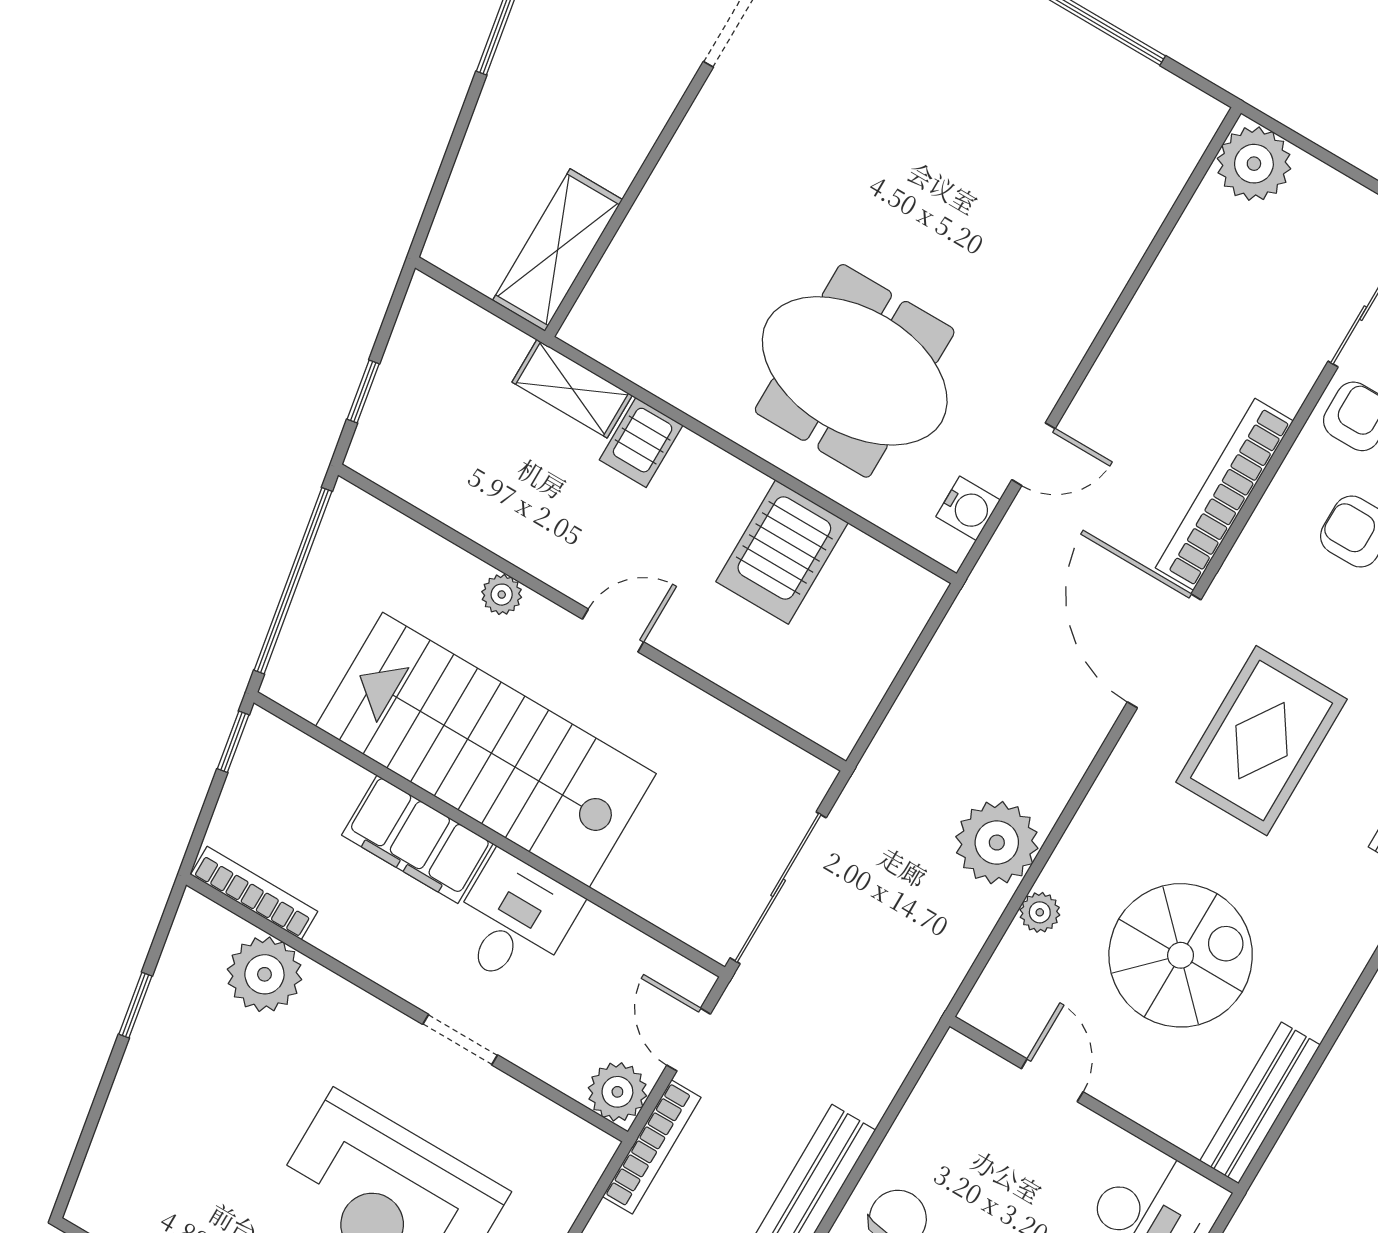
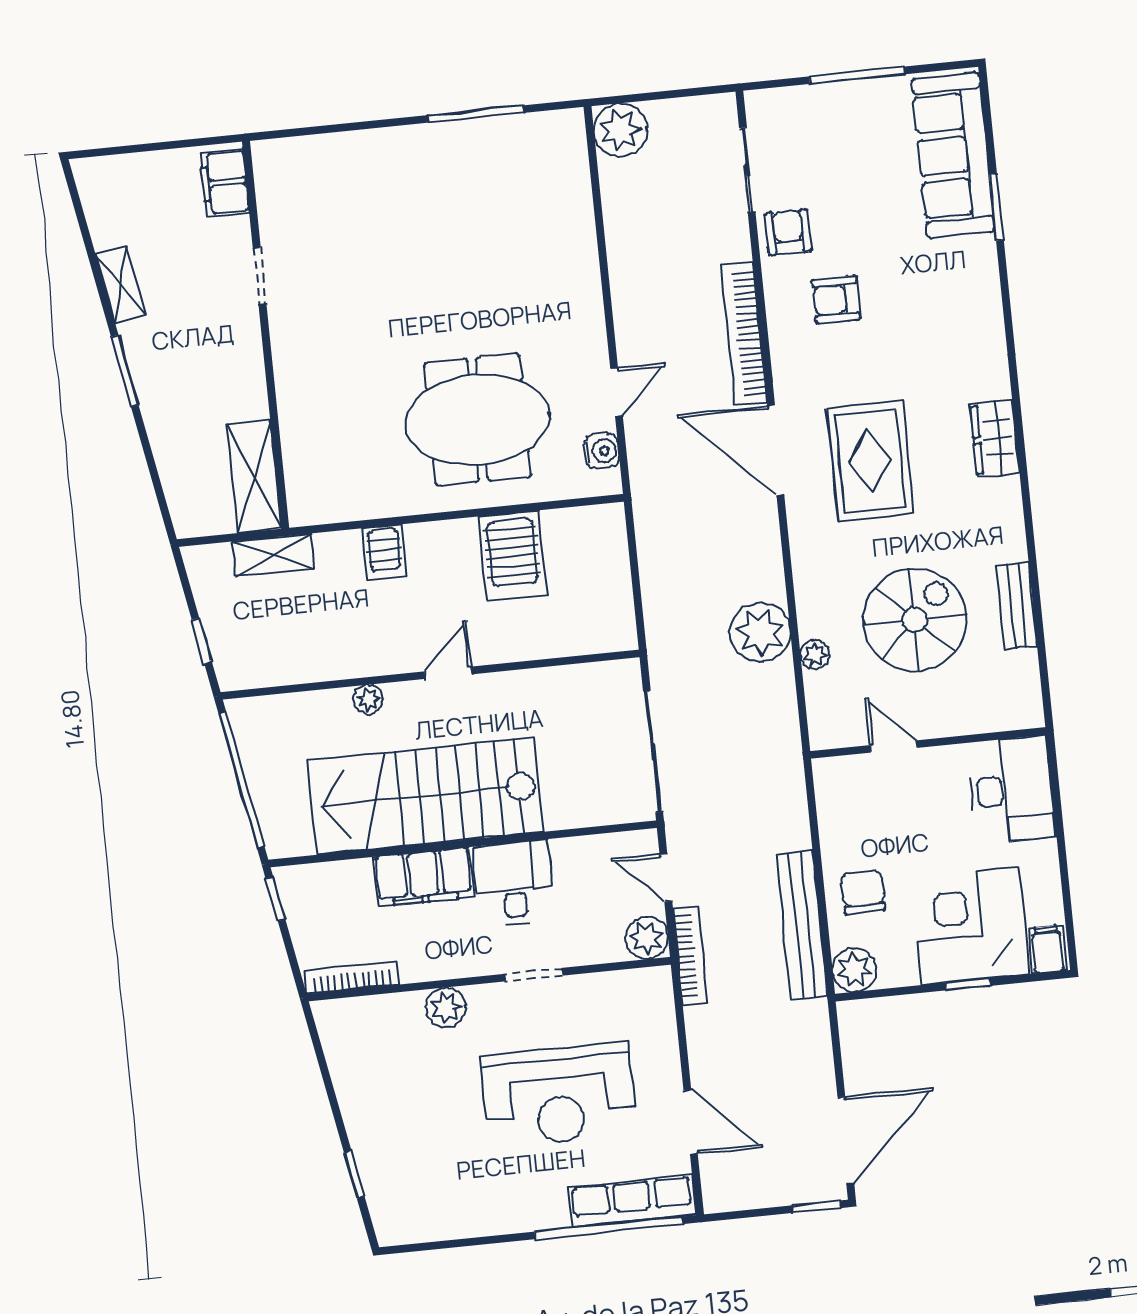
shelving: (572, 389) -> (273, 555), moved
plant: (264, 974) -> (446, 1007), moved, width x0.73, depth x0.73
window: (135, 1005) -> (354, 1175), moved
bench: (1260, 1103) -> (1017, 606), moved, width x0.73

